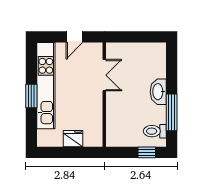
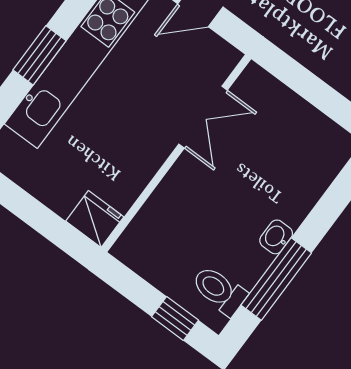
washbasin: (158, 92) -> (276, 237), width x0.52, depth x0.69
fridge: (73, 139) -> (95, 219), moved

